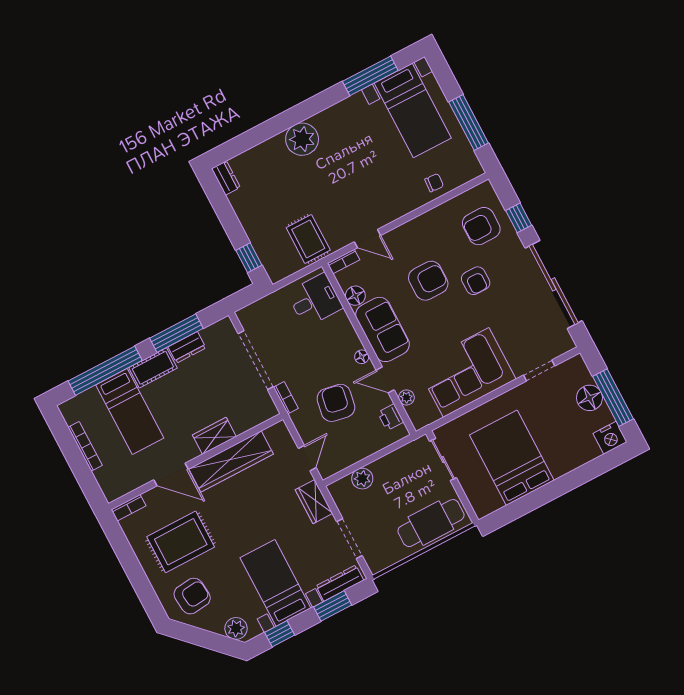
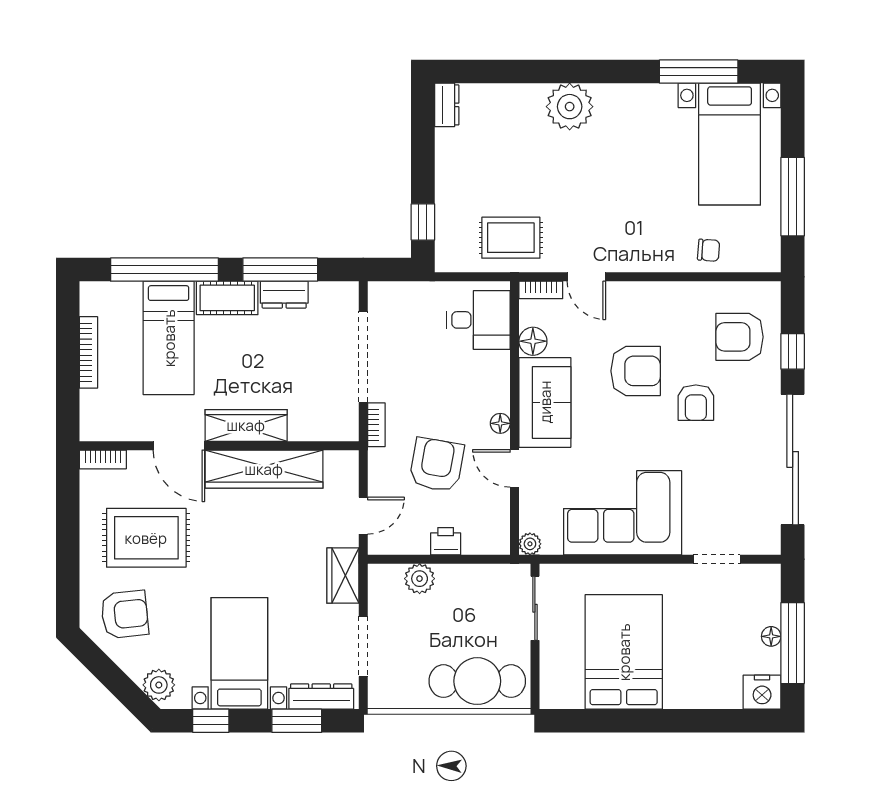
rug: (308, 239) -> (511, 238), turned 90
plant: (406, 397) -> (530, 544), moved
floor lamp: (589, 398) -> (771, 636), width x0.53, depth x0.53
printer: (391, 417) -> (446, 541), moved, turned 90
wardrobe: (214, 436) -> (246, 425), width x1.50

